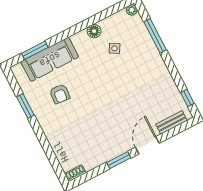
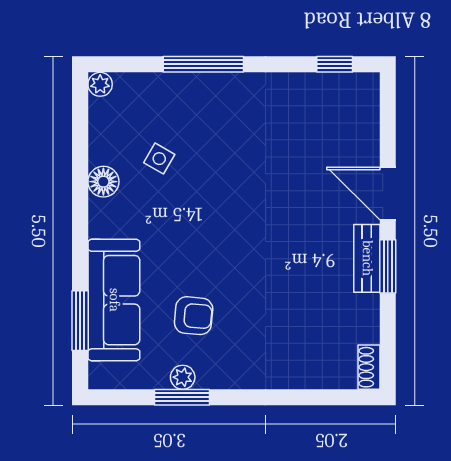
window: (155, 36) -> (203, 64), moved
plant: (33, 102) -> (183, 377), added
bench: (171, 122) -> (367, 258), moved

